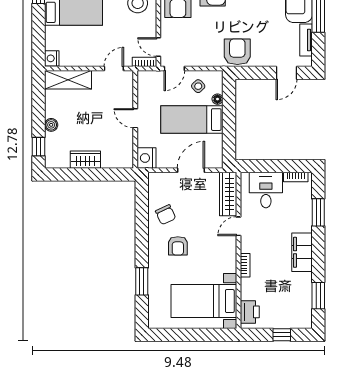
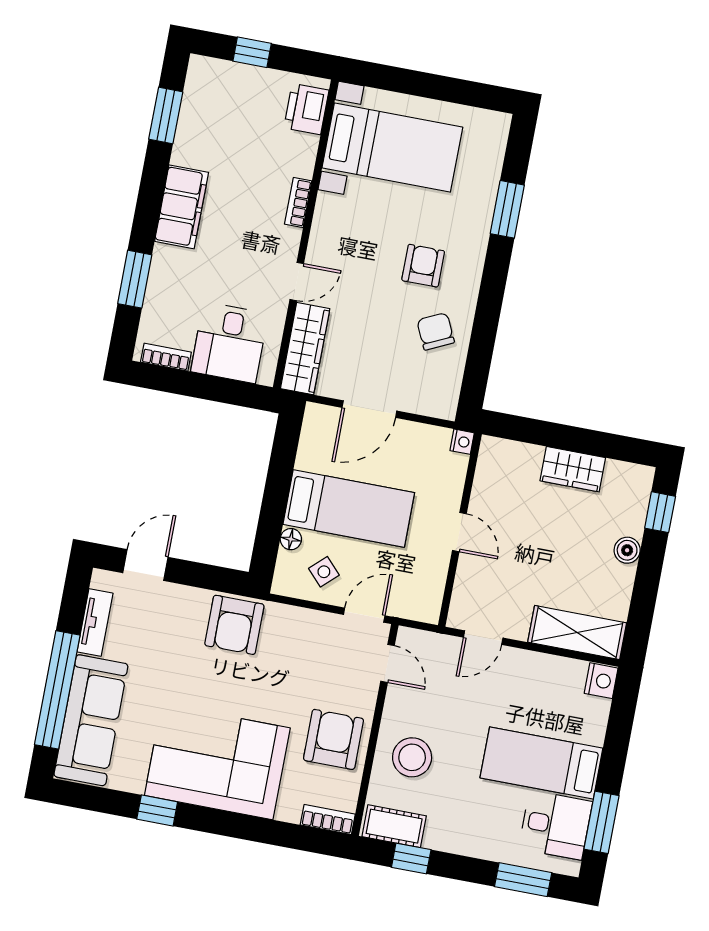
bookcase: (144, 62) -> (420, 639), removed
nightstand: (146, 158) -> (462, 442), width x0.53, depth x0.56

